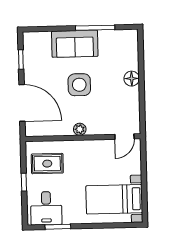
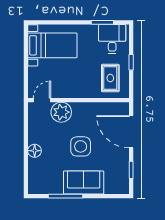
plant: (80, 129) -> (61, 112), moved, width x1.87, depth x1.87
rug: (47, 164) -> (110, 78), turned 90

